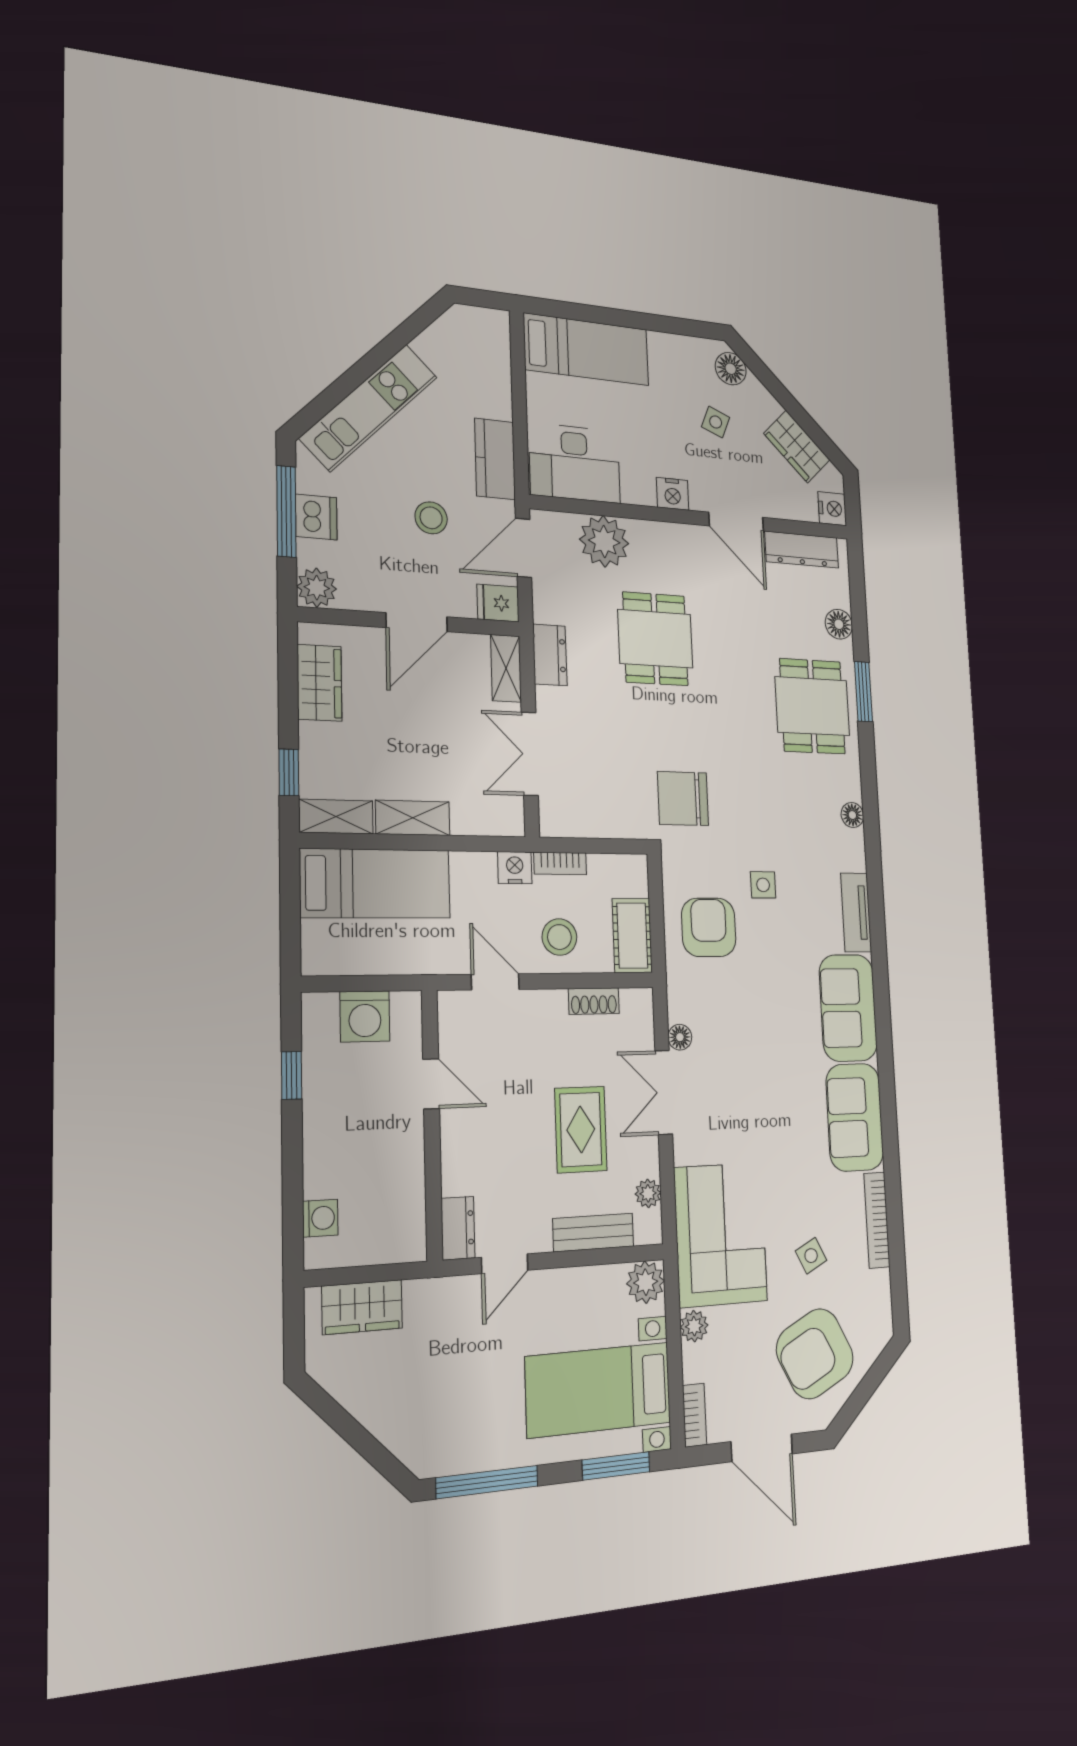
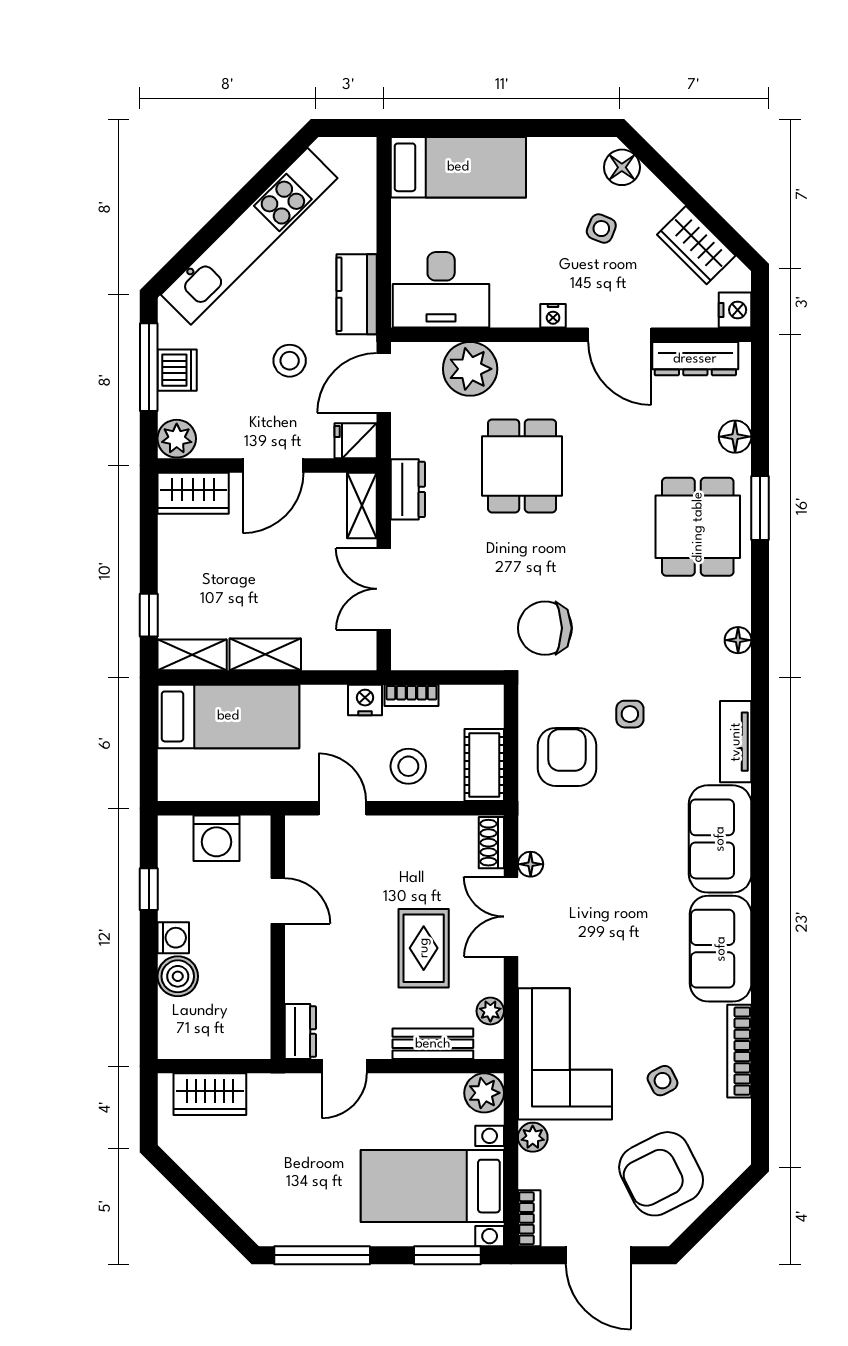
kitchen unit: (369, 407) -> (249, 236), width x1.36
nightstand: (673, 494) -> (553, 316), width x0.72, depth x0.74
wardrobe: (319, 683) -> (193, 493), moved, turned 90
shoe rack: (594, 1001) -> (491, 843), moved, turned 90
boiler: (325, 1173) -> (178, 976), added
washing machine: (320, 1218) -> (173, 938), moved

